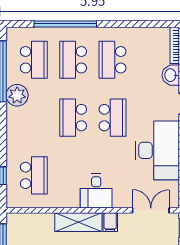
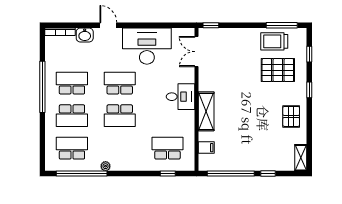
window: (65, 24) -> (42, 87), moved
school desk: (112, 60) -> (72, 83), turned 180
plant: (17, 95) -> (106, 166), width x0.53, depth x0.53
filing cabinet: (110, 222) -> (206, 148), moved

